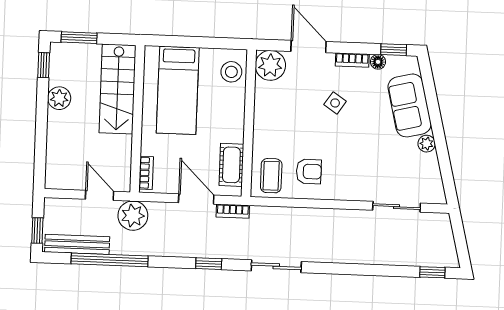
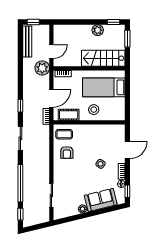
plant: (270, 65) -> (118, 132), removed
stool: (231, 72) -> (94, 110), moved
window: (110, 260) -> (20, 183), moved

